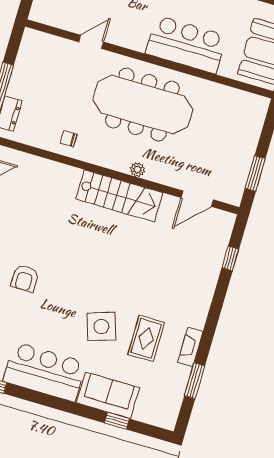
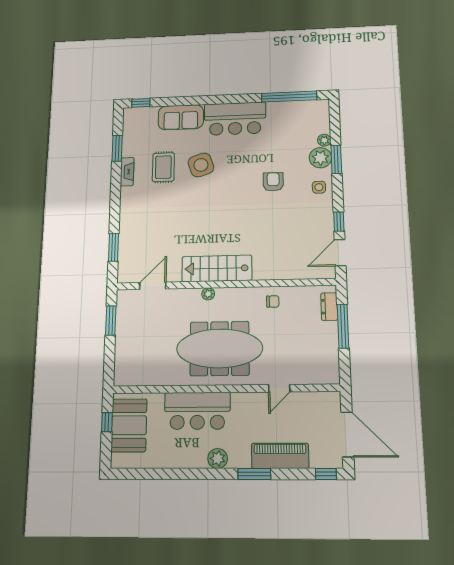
window: (230, 259) -> (113, 247), width x1.50
window: (117, 421) -> (141, 103), moved

